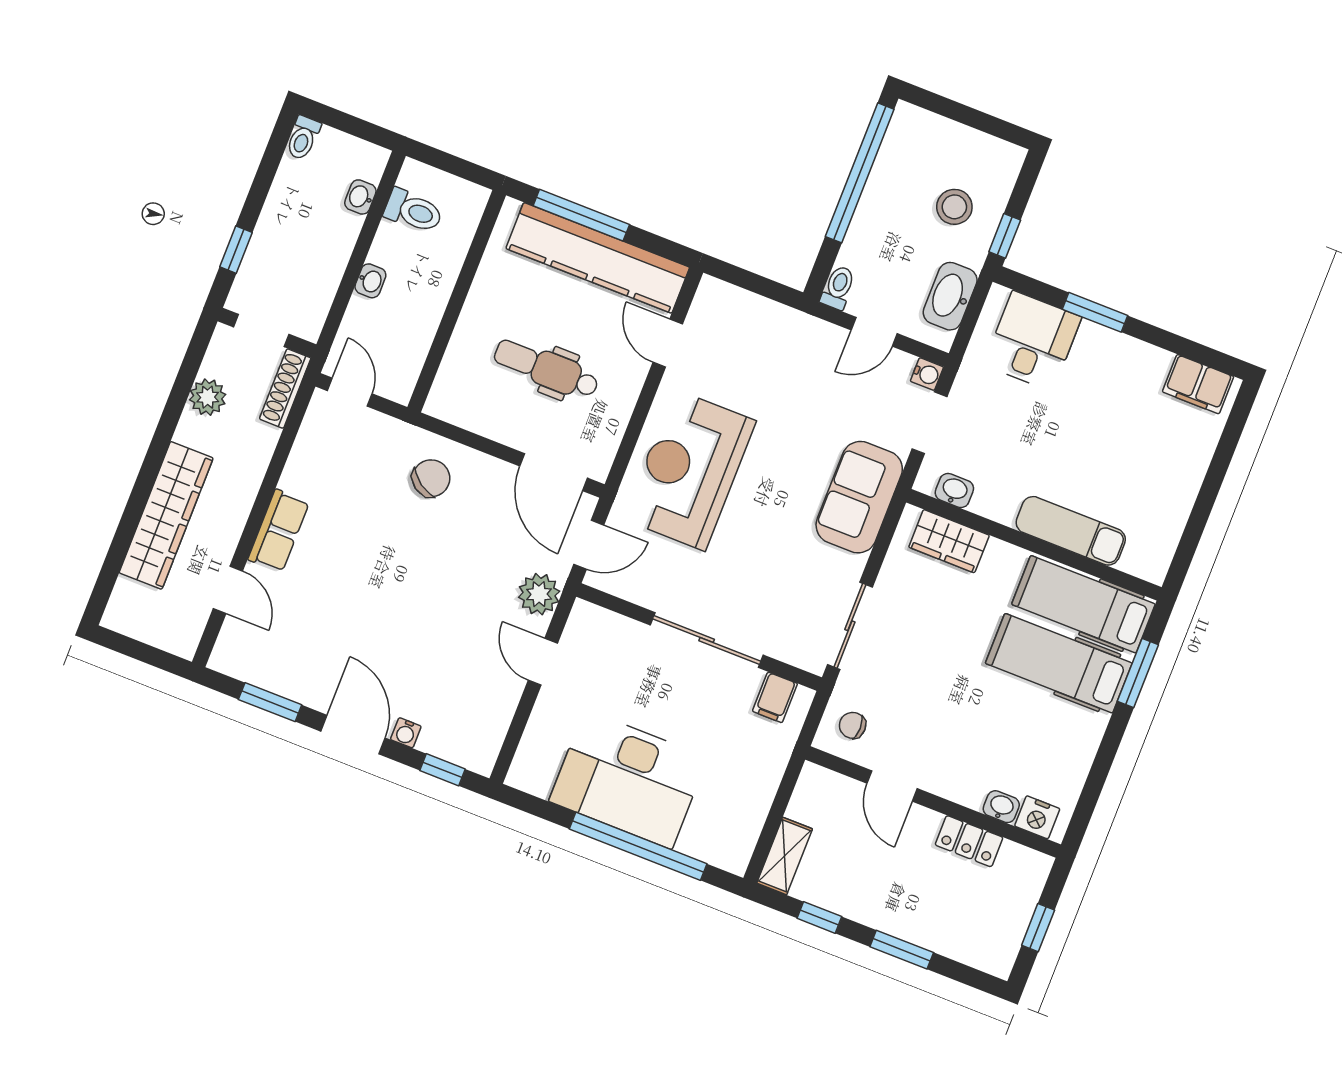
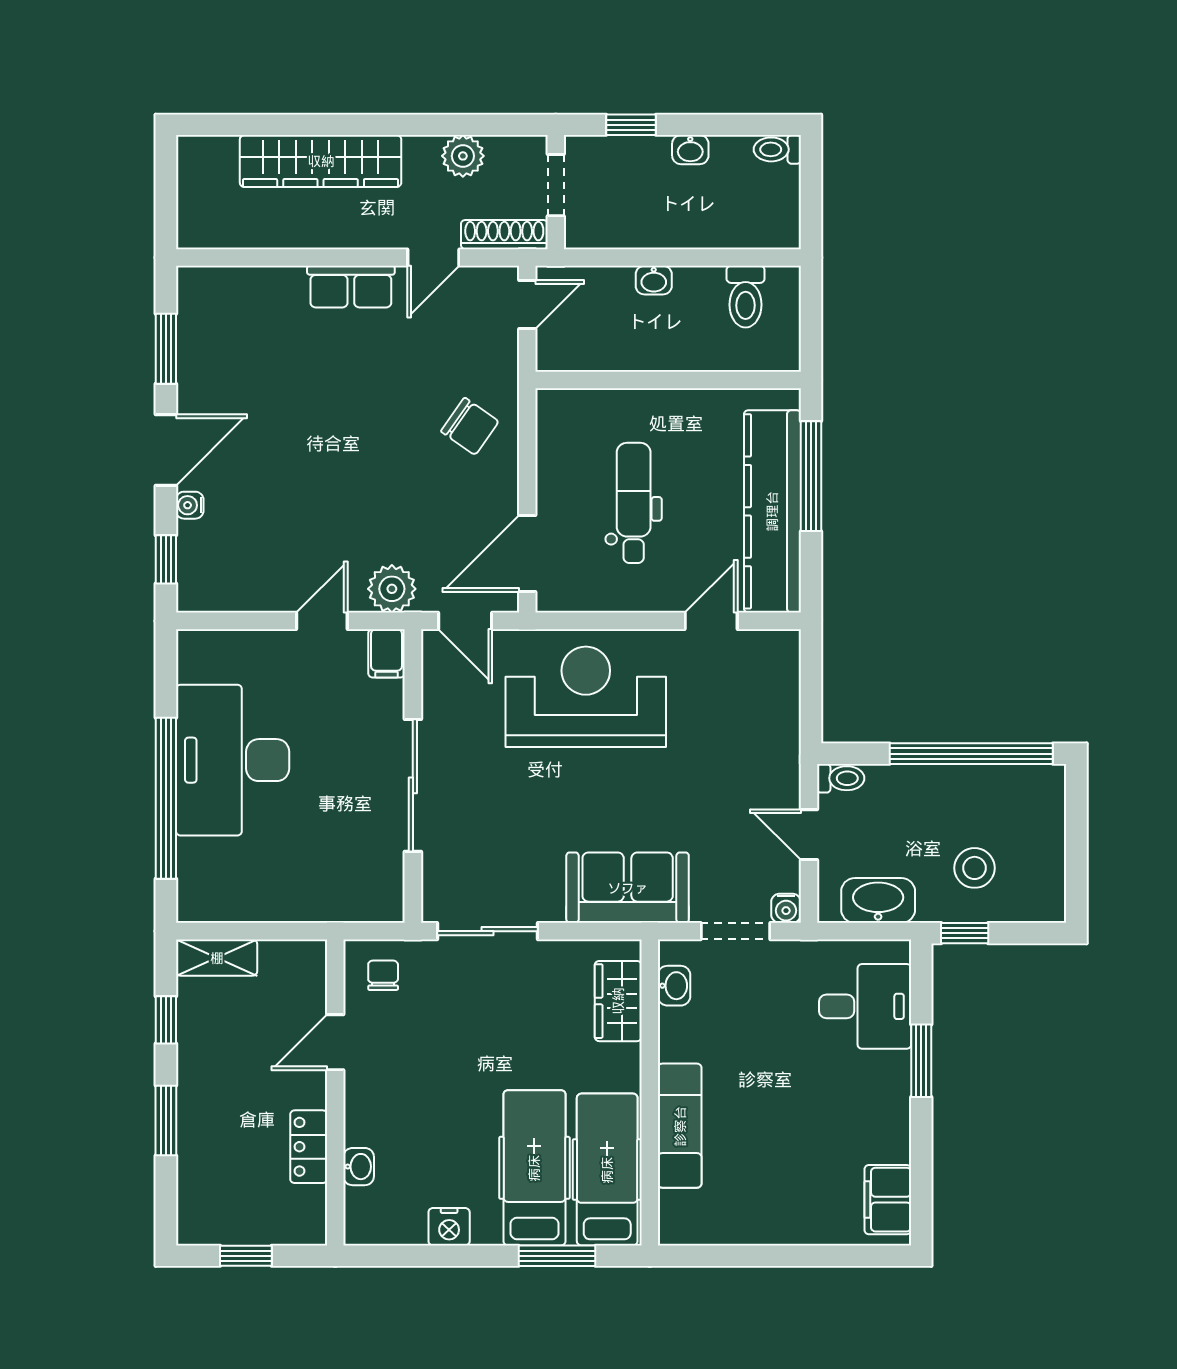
washbasin: (360, 197) -> (690, 150), moved, turned 180
door: (228, 590) -> (433, 257), moved
filing cabinet: (775, 697) -> (387, 653), moved, turned -90
nightstand: (1037, 817) -> (449, 1227), moved, turned -90

